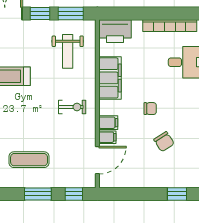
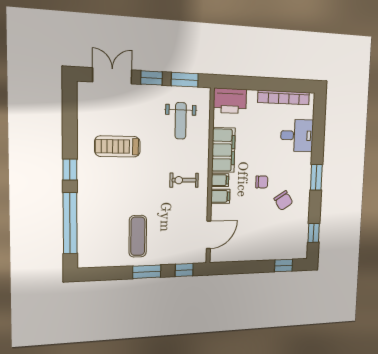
exercise bike: (72, 107) -> (184, 180), turned 180
filing cabinet: (107, 137) -> (220, 180), moved
chair: (164, 142) -> (283, 201), moved
exercise mat: (29, 160) -> (138, 236), turned 90

